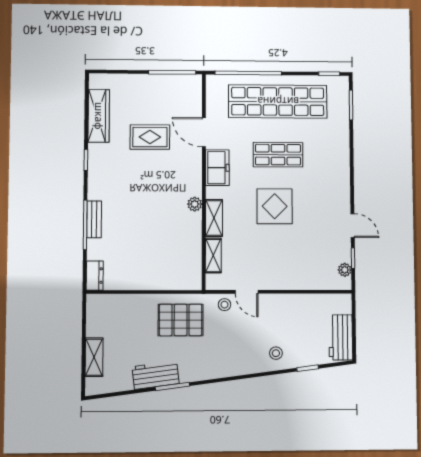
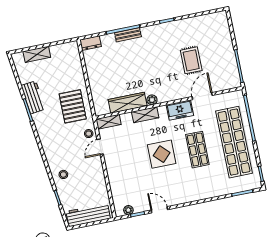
wardrobe: (99, 116) -> (128, 103), moved, turned 180
door: (353, 226) -> (159, 210), swing flipped
shelving: (213, 256) -> (108, 122), moved
workbench: (341, 337) -> (88, 215), width x1.38

